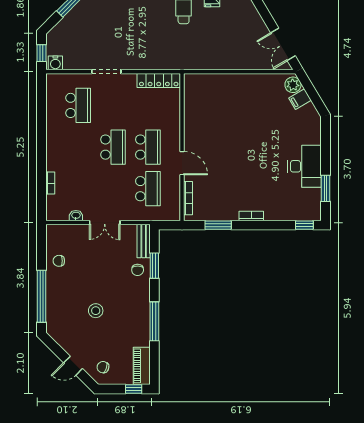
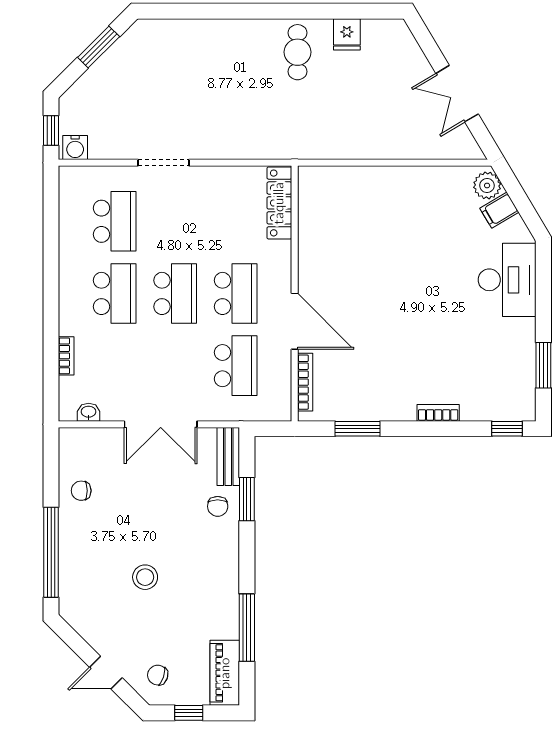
double door: (283, 44) -> (457, 94), moved
locker: (159, 80) -> (279, 203), moved, turned 90
school desk: (78, 147) -> (115, 293), added
door: (182, 163) -> (295, 321), width x1.36
desk: (304, 166) -> (507, 280), moved
washbasin: (76, 216) -> (89, 412), moved
bookcase: (251, 216) -> (438, 413), moved
double door: (105, 223) -> (161, 424), width x1.37
window: (154, 321) -> (247, 628), moved
window: (134, 389) -> (189, 713), moved

